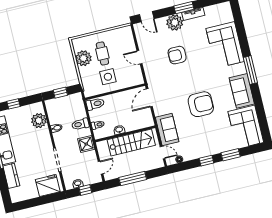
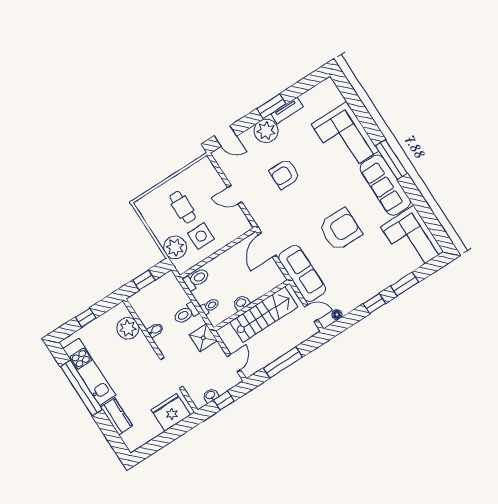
plant: (83, 58) -> (175, 247), moved
sofa: (242, 91) -> (385, 185), width x1.36
sofa: (167, 130) -> (302, 273), width x1.36

